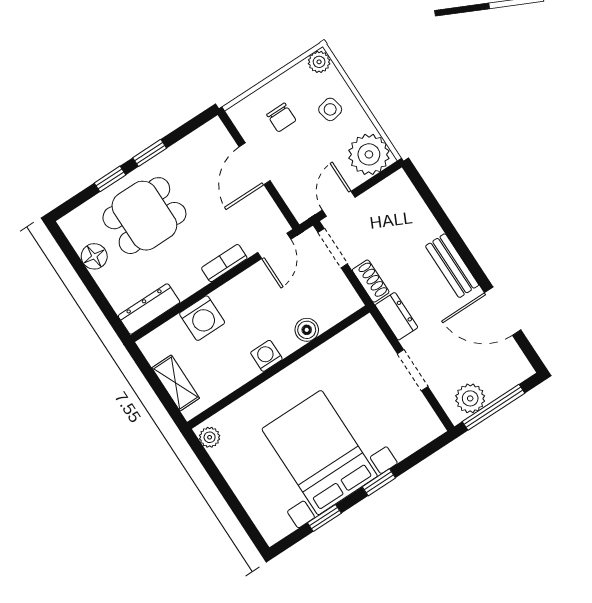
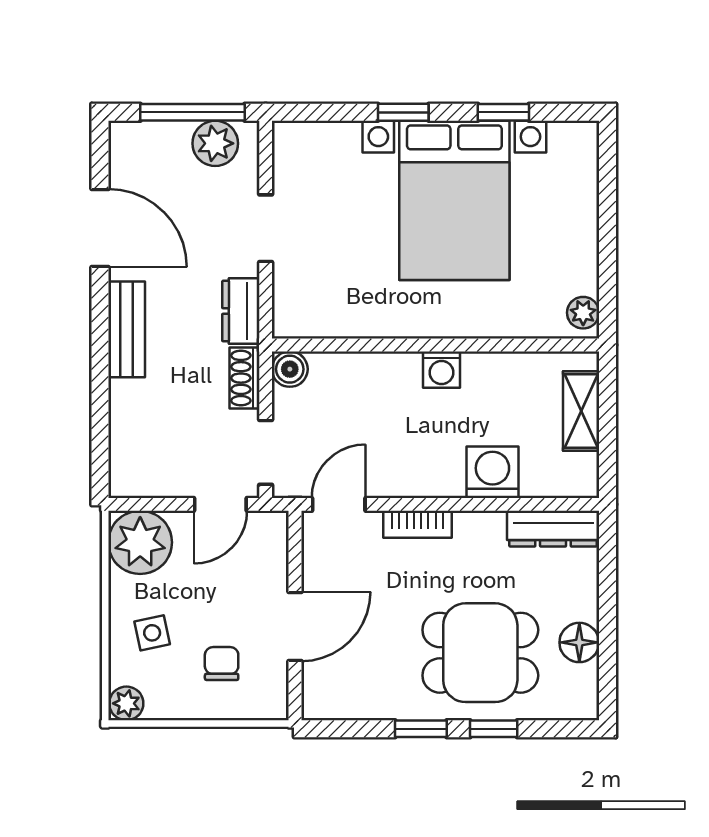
boiler: (307, 330) -> (290, 369), moved

